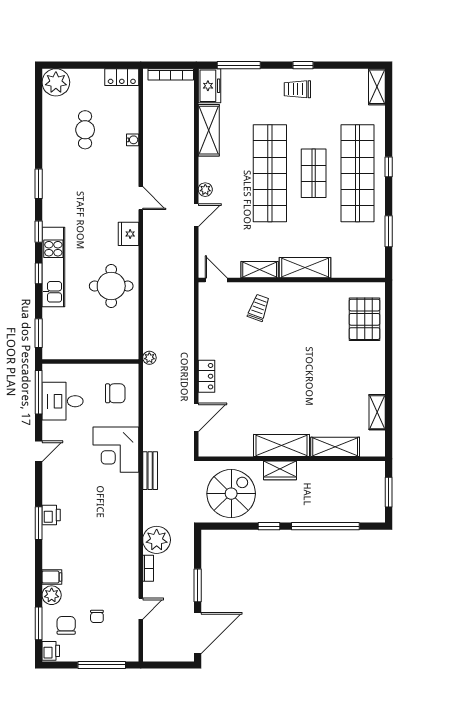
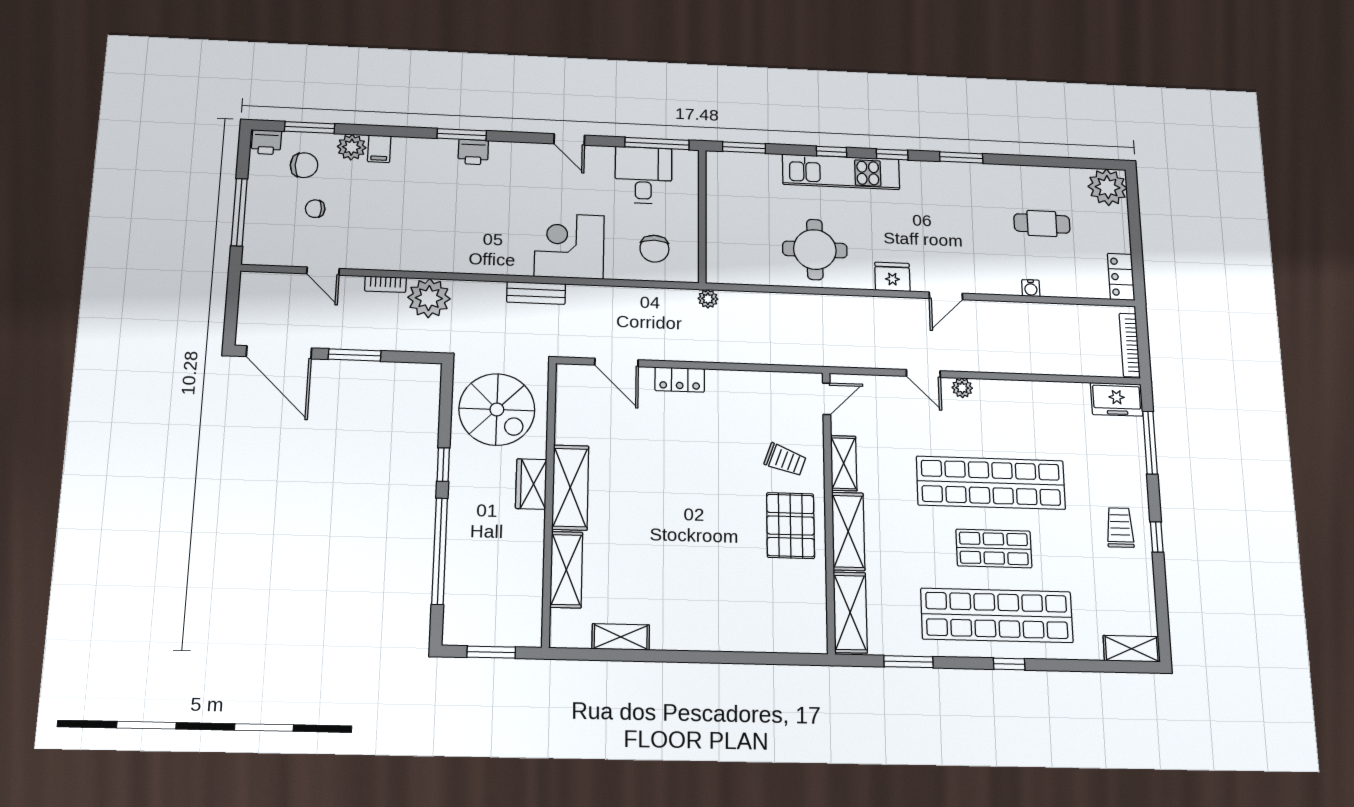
shelving: (209, 130) -> (850, 612), moved, turned 90
pallet: (365, 319) -> (791, 526), moved, turned 90

